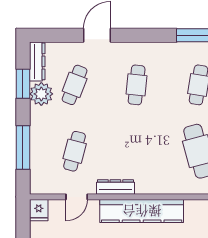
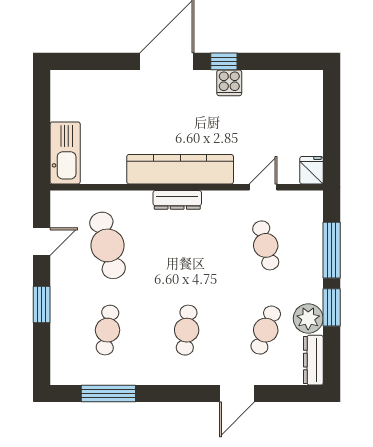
window: (23, 84) -> (332, 307), moved
cafe table: (75, 151) -> (266, 245), turned -30
dresser: (115, 187) -> (177, 200), moved

